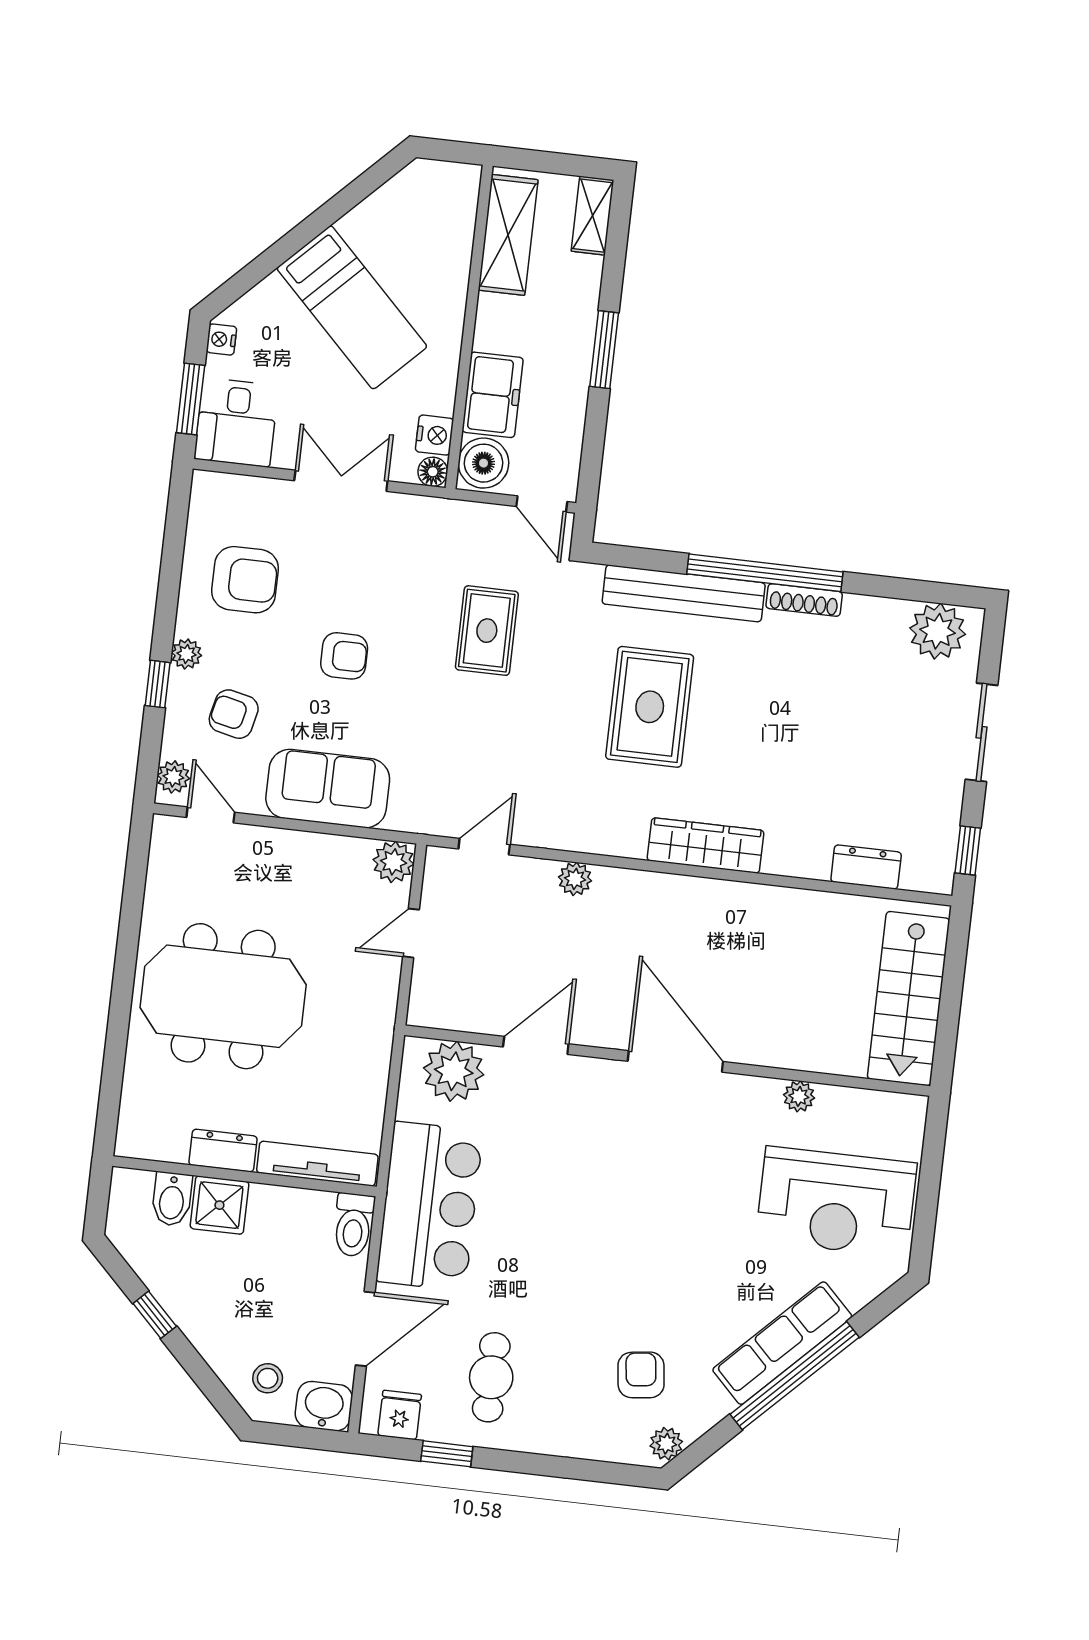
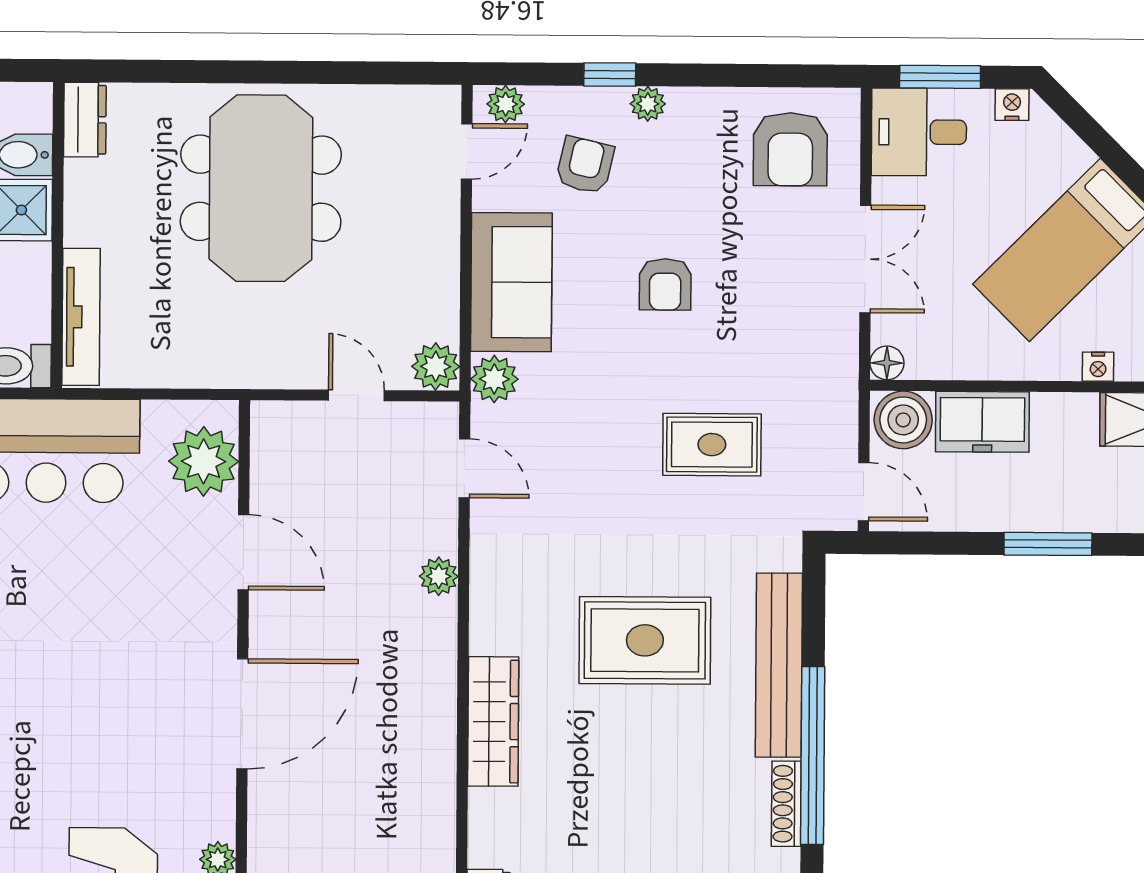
nightstand: (434, 435) -> (1098, 367), moved, width x0.72, depth x0.74
door: (542, 504) -> (864, 492), swing flipped
armchair: (245, 580) -> (790, 149), moved
plant: (410, 812) -> (494, 379), added
dresser: (223, 1151) -> (85, 120), moved

